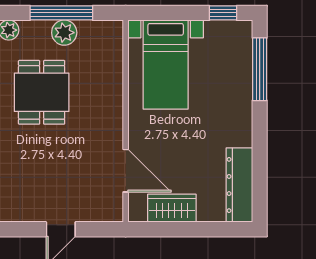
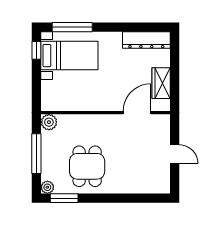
plant: (64, 33) -> (49, 122), moved
bed with nightstands: (166, 65) -> (69, 56), moved
dining table: (42, 92) -> (87, 166), turned 90

